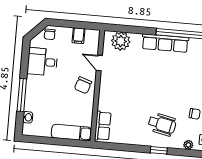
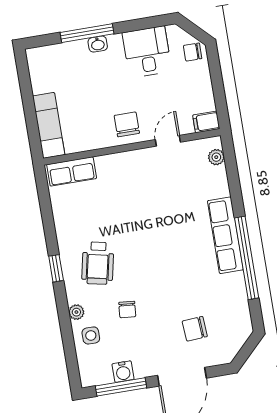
filing cabinet: (79, 36) -> (206, 122), moved
plant: (121, 41) -> (216, 157), width x0.53, depth x0.53
chair: (83, 85) -> (127, 124), turned 72
washbasin: (28, 117) -> (98, 44), moved

